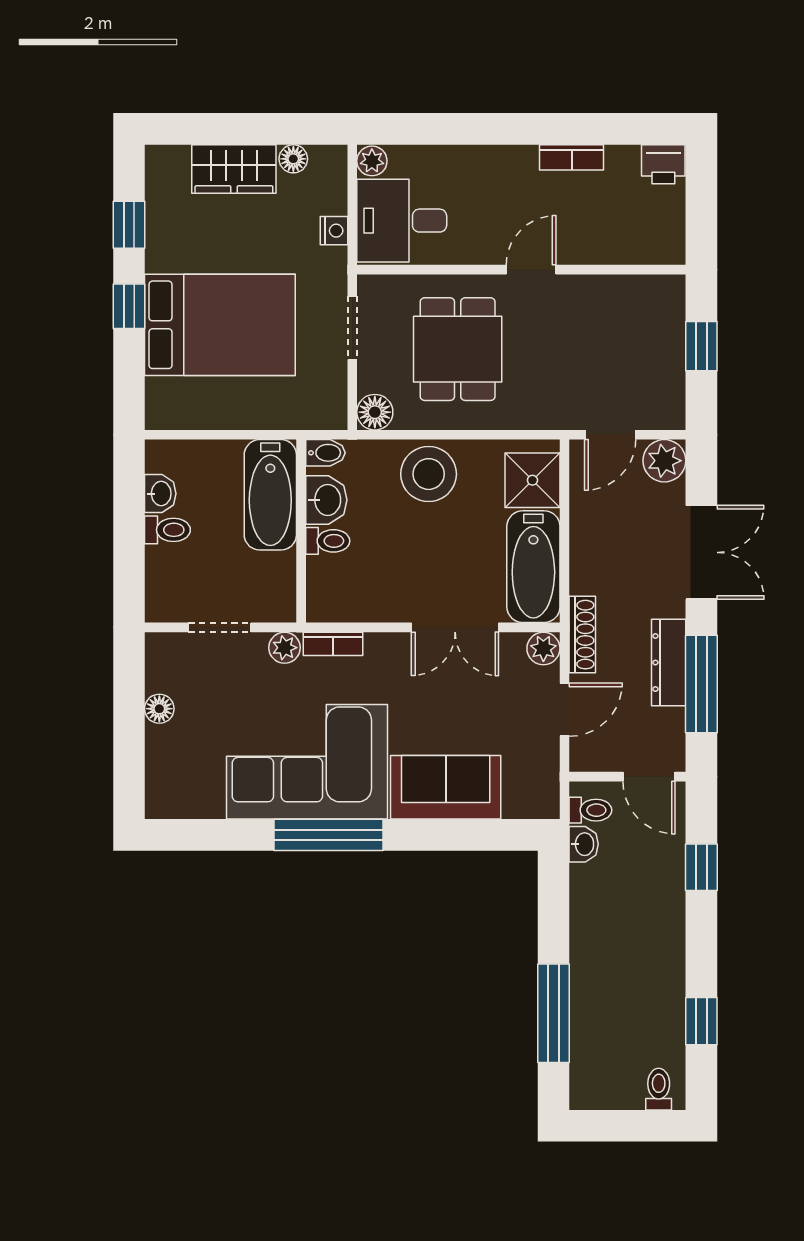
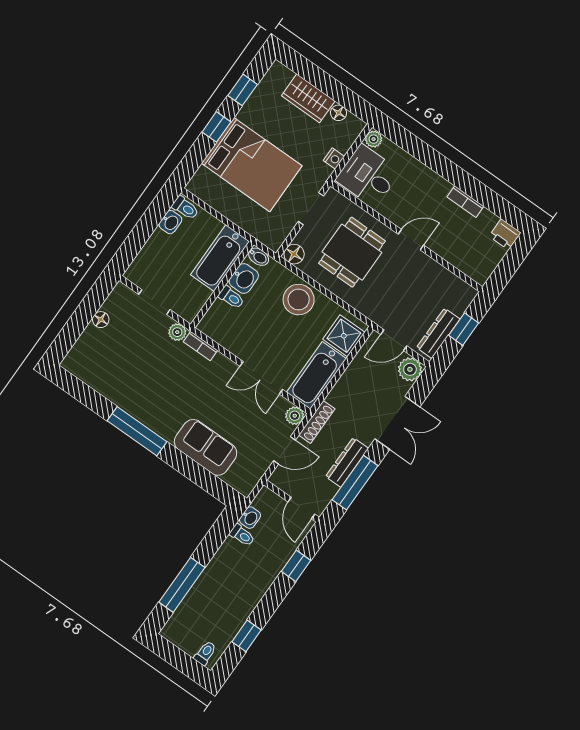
dresser: (668, 379) -> (438, 333), added
toilet: (167, 530) -> (185, 208), moved
corner sofa: (307, 762) -> (151, 391), removed
toilet: (590, 810) -> (242, 535), moved

